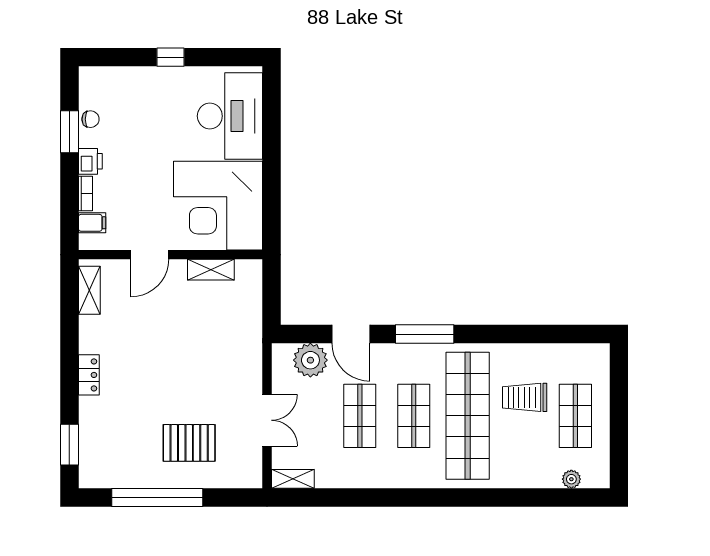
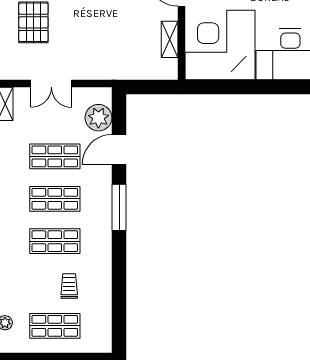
trolley: (525, 397) -> (69, 286), width x0.73, depth x0.72
shop shelf: (468, 416) -> (55, 241), width x0.50, depth x0.74

